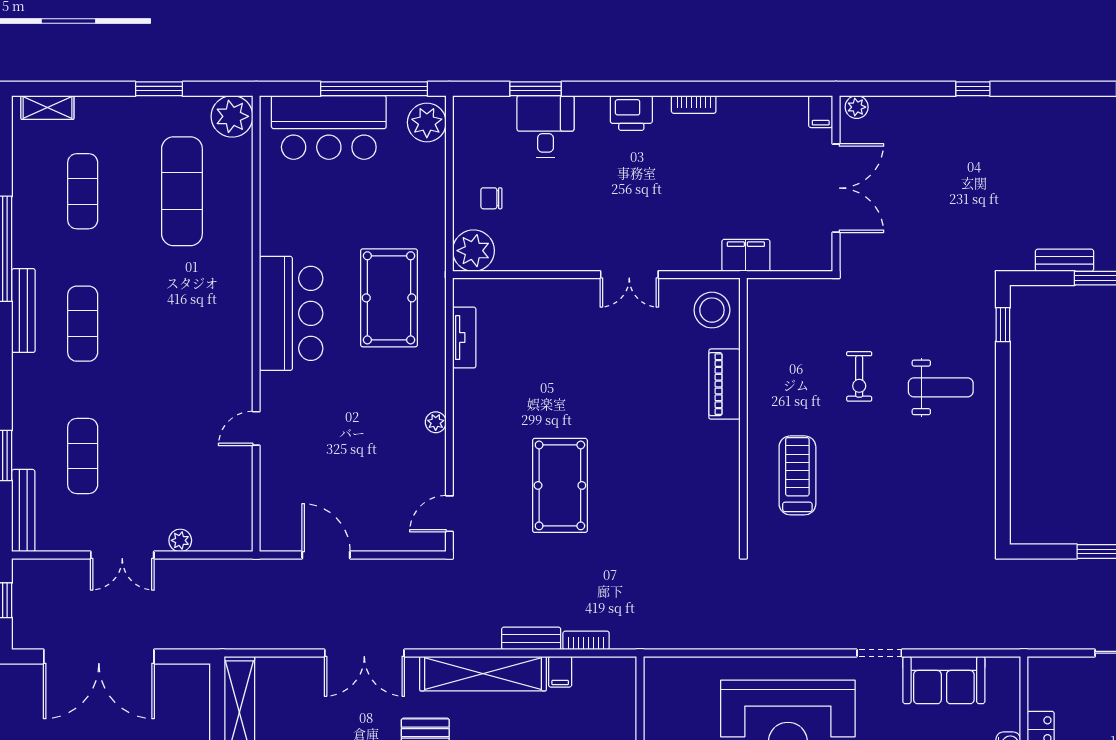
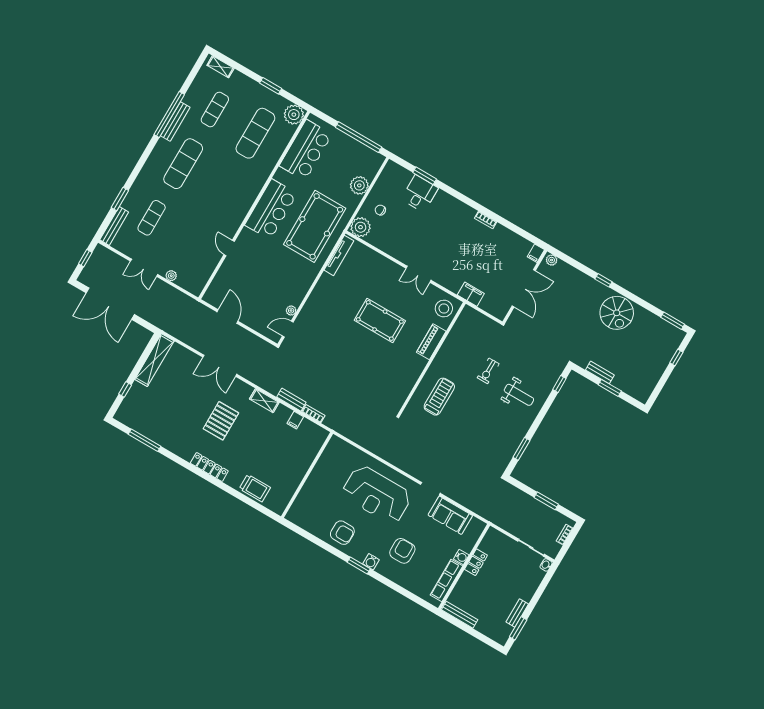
printer: (631, 113) -> (458, 209), removed
plant: (427, 122) -> (359, 185), moved
bar counter: (329, 127) -> (306, 150), moved, turned -90
spiral stairs: (1032, 134) -> (617, 313), added
pool table: (389, 298) -> (315, 226), width x1.36, depth x1.32
bench: (23, 311) -> (175, 122), moved
exercise mat: (83, 324) -> (183, 164), width x1.36, depth x1.45
tv unit: (464, 338) -> (339, 255), width x1.41
plant: (436, 422) -> (291, 311), moved
door: (256, 428) -> (229, 248), hinge flipped
window: (1003, 483) -> (521, 449), added
pool table: (560, 485) -> (380, 320), moved, turned 90
shelving: (483, 674) -> (264, 401), width x0.45, depth x0.75

